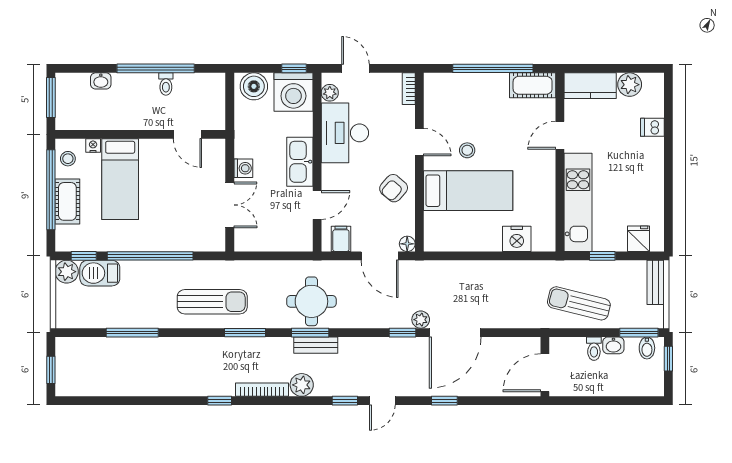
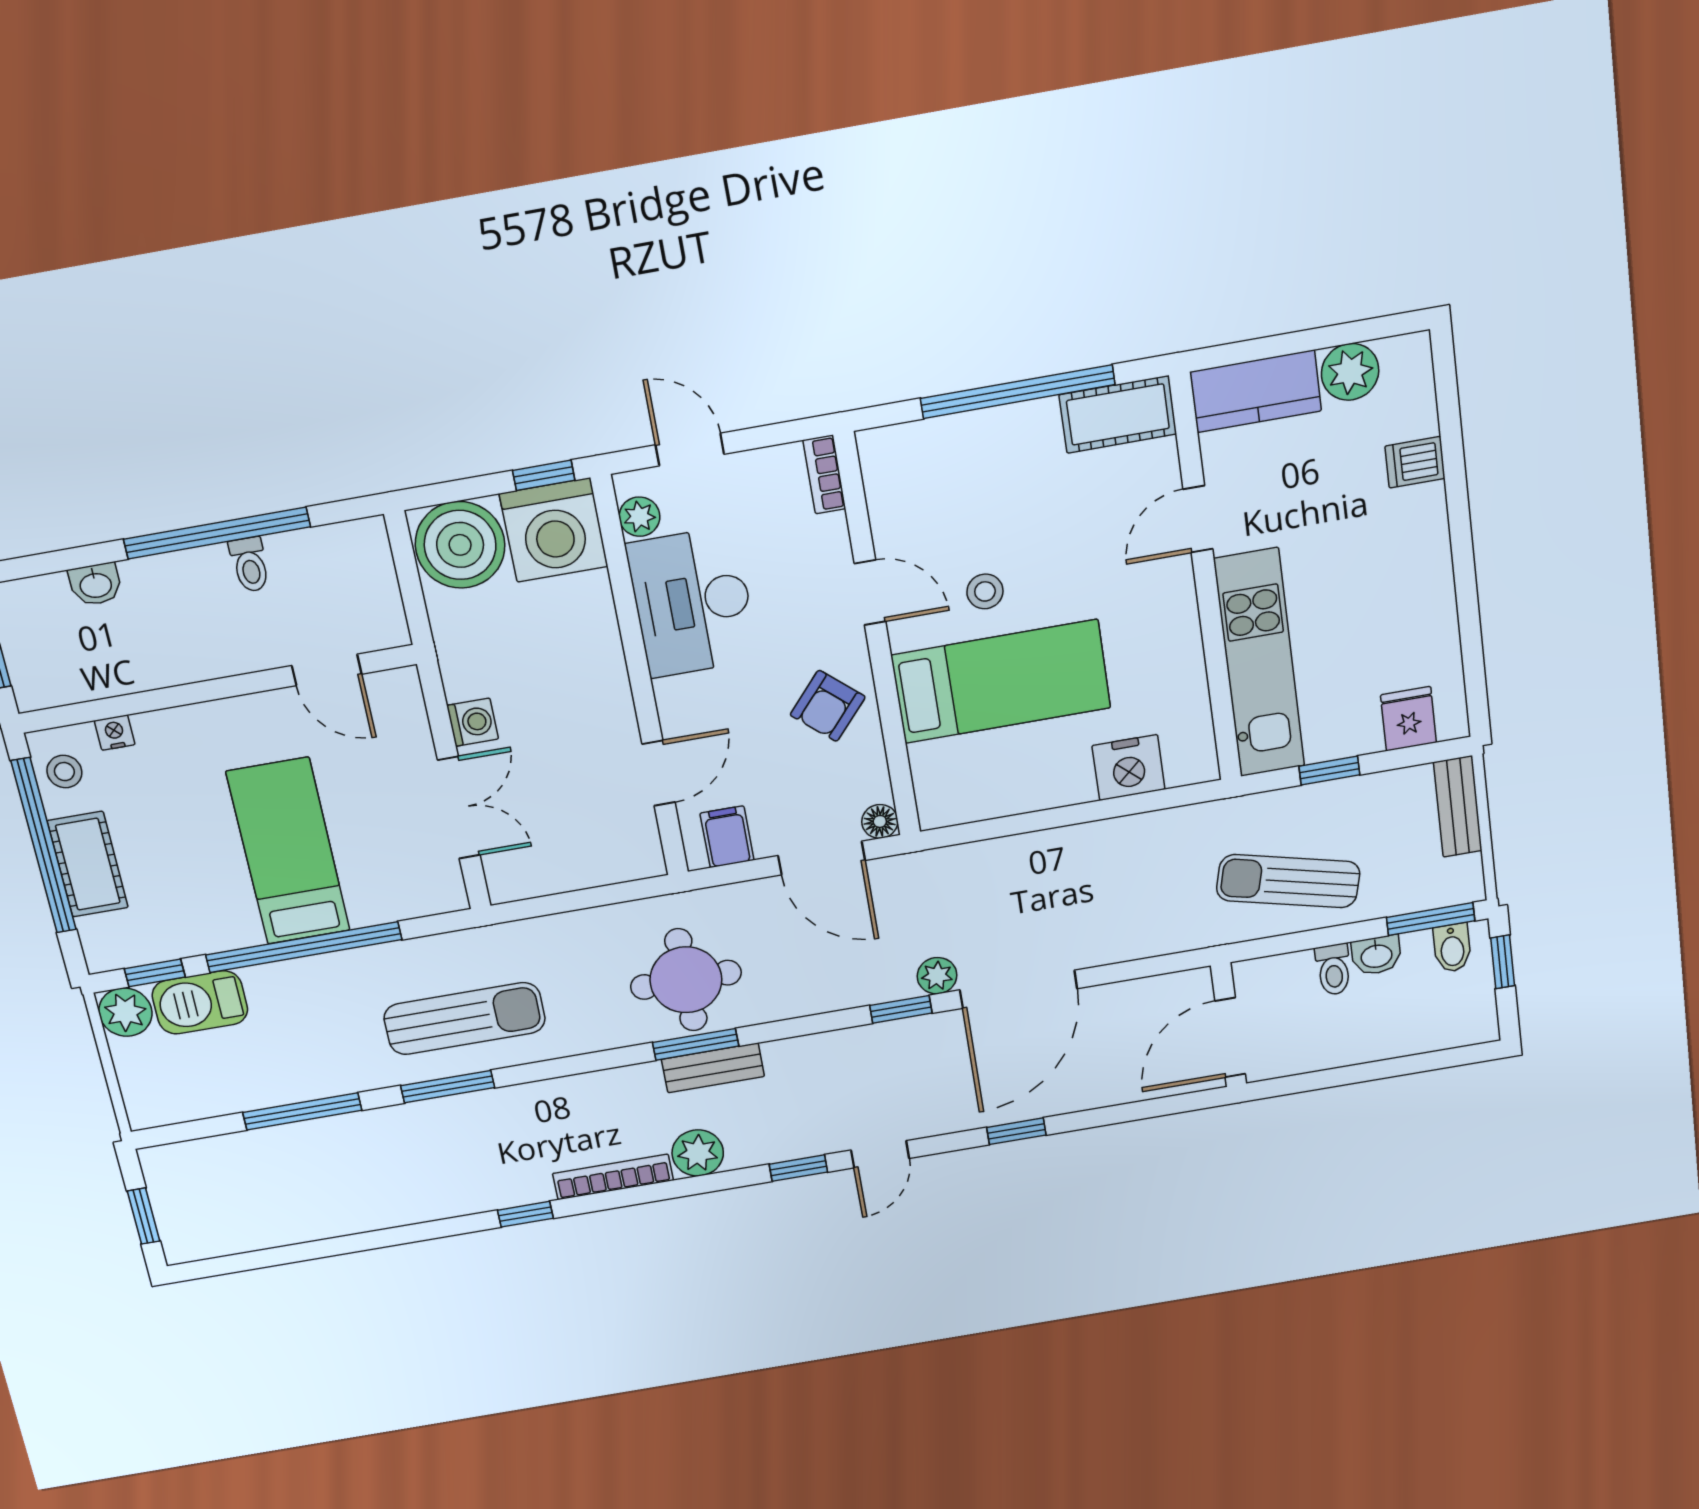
boiler: (254, 86) -> (460, 545), width x1.37, depth x1.37
kitchen sink: (300, 162) -> (600, 685), removed
bed: (120, 179) -> (288, 851), moved, turned 180
window: (245, 333) -> (448, 1087), moved

